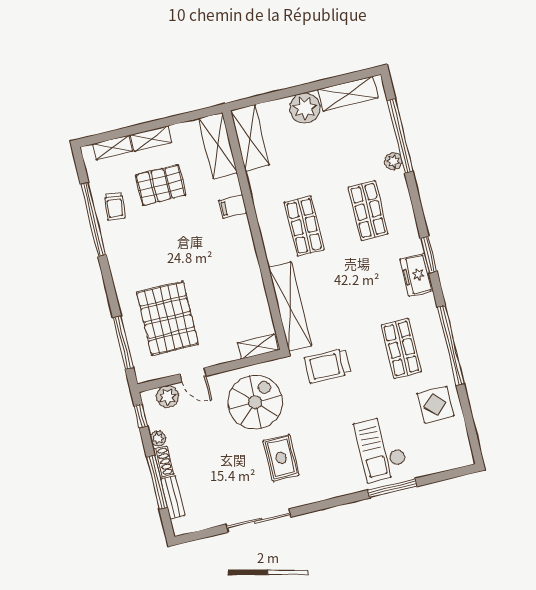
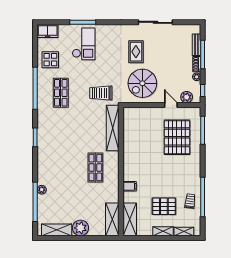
shop shelf: (368, 211) -> (61, 168), removed
freezer: (417, 275) -> (48, 31), moved, turned 90
shelving: (258, 346) -> (134, 112), removed
trolley: (327, 366) -> (101, 93), turned 180

